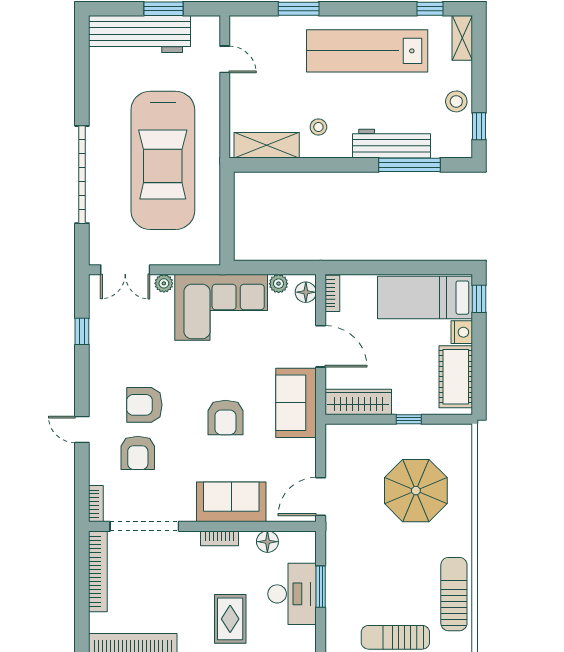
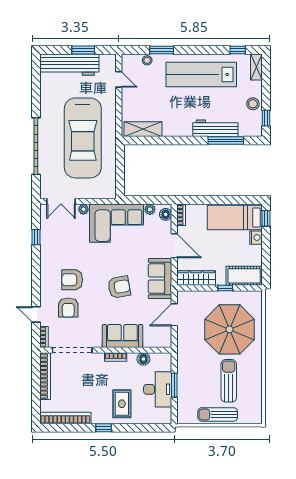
stool: (318, 127) -> (147, 60), moved
cot: (456, 377) -> (244, 276), moved, turned 90
armchair: (225, 418) -> (119, 287), turned -100
door: (82, 430) -> (36, 314), moved
parasol: (416, 491) -> (229, 329), width x1.36, depth x1.36
door: (321, 497) -> (174, 315), moved
sun lounger: (454, 594) -> (229, 381), moved

